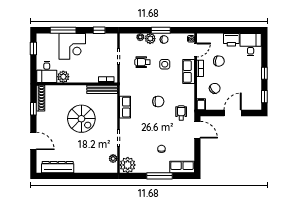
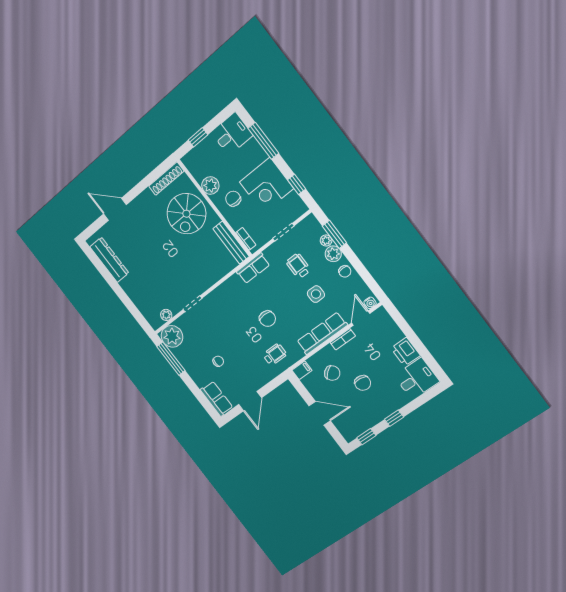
window: (161, 30) -> (334, 234), moved
corner desk: (72, 46) -> (266, 185), moved
window: (33, 49) -> (198, 137), moved
door: (196, 50) -> (361, 318), swing flipped
chair: (219, 61) -> (363, 383), moved
chair: (80, 70) -> (233, 199), added
desk: (47, 72) -> (232, 134), moved, turned 180
row of seats: (189, 72) -> (322, 333), width x1.48
row of seats: (125, 107) -> (253, 268), moved
window: (33, 109) -> (149, 180), removed
spiral stairs: (81, 119) -> (186, 214), moved
door: (197, 130) -> (250, 401), moved
door: (33, 141) -> (115, 209), swing flipped
window: (160, 176) -> (171, 359), moved

